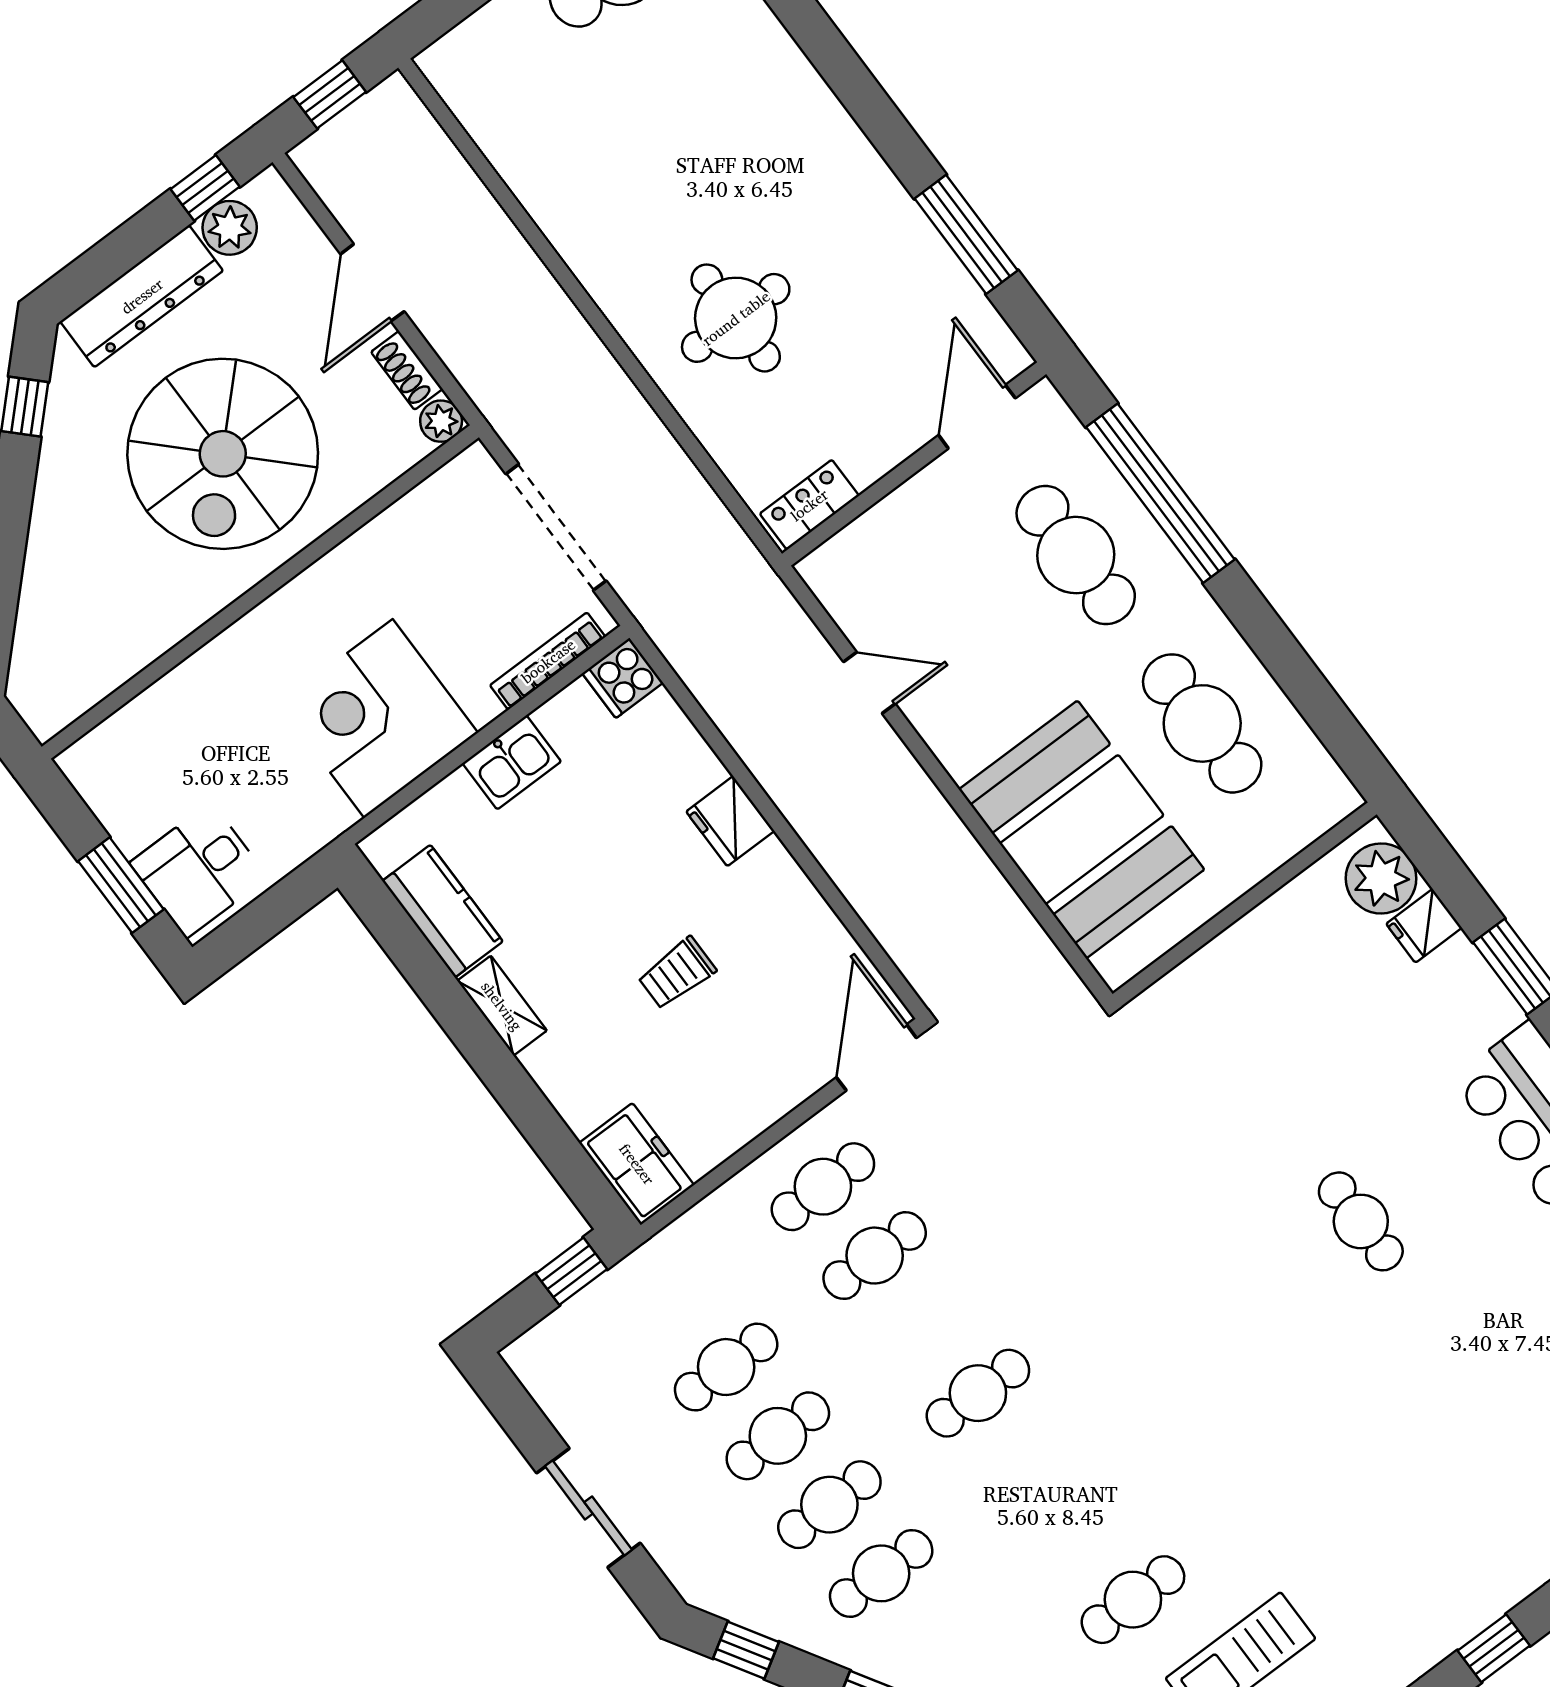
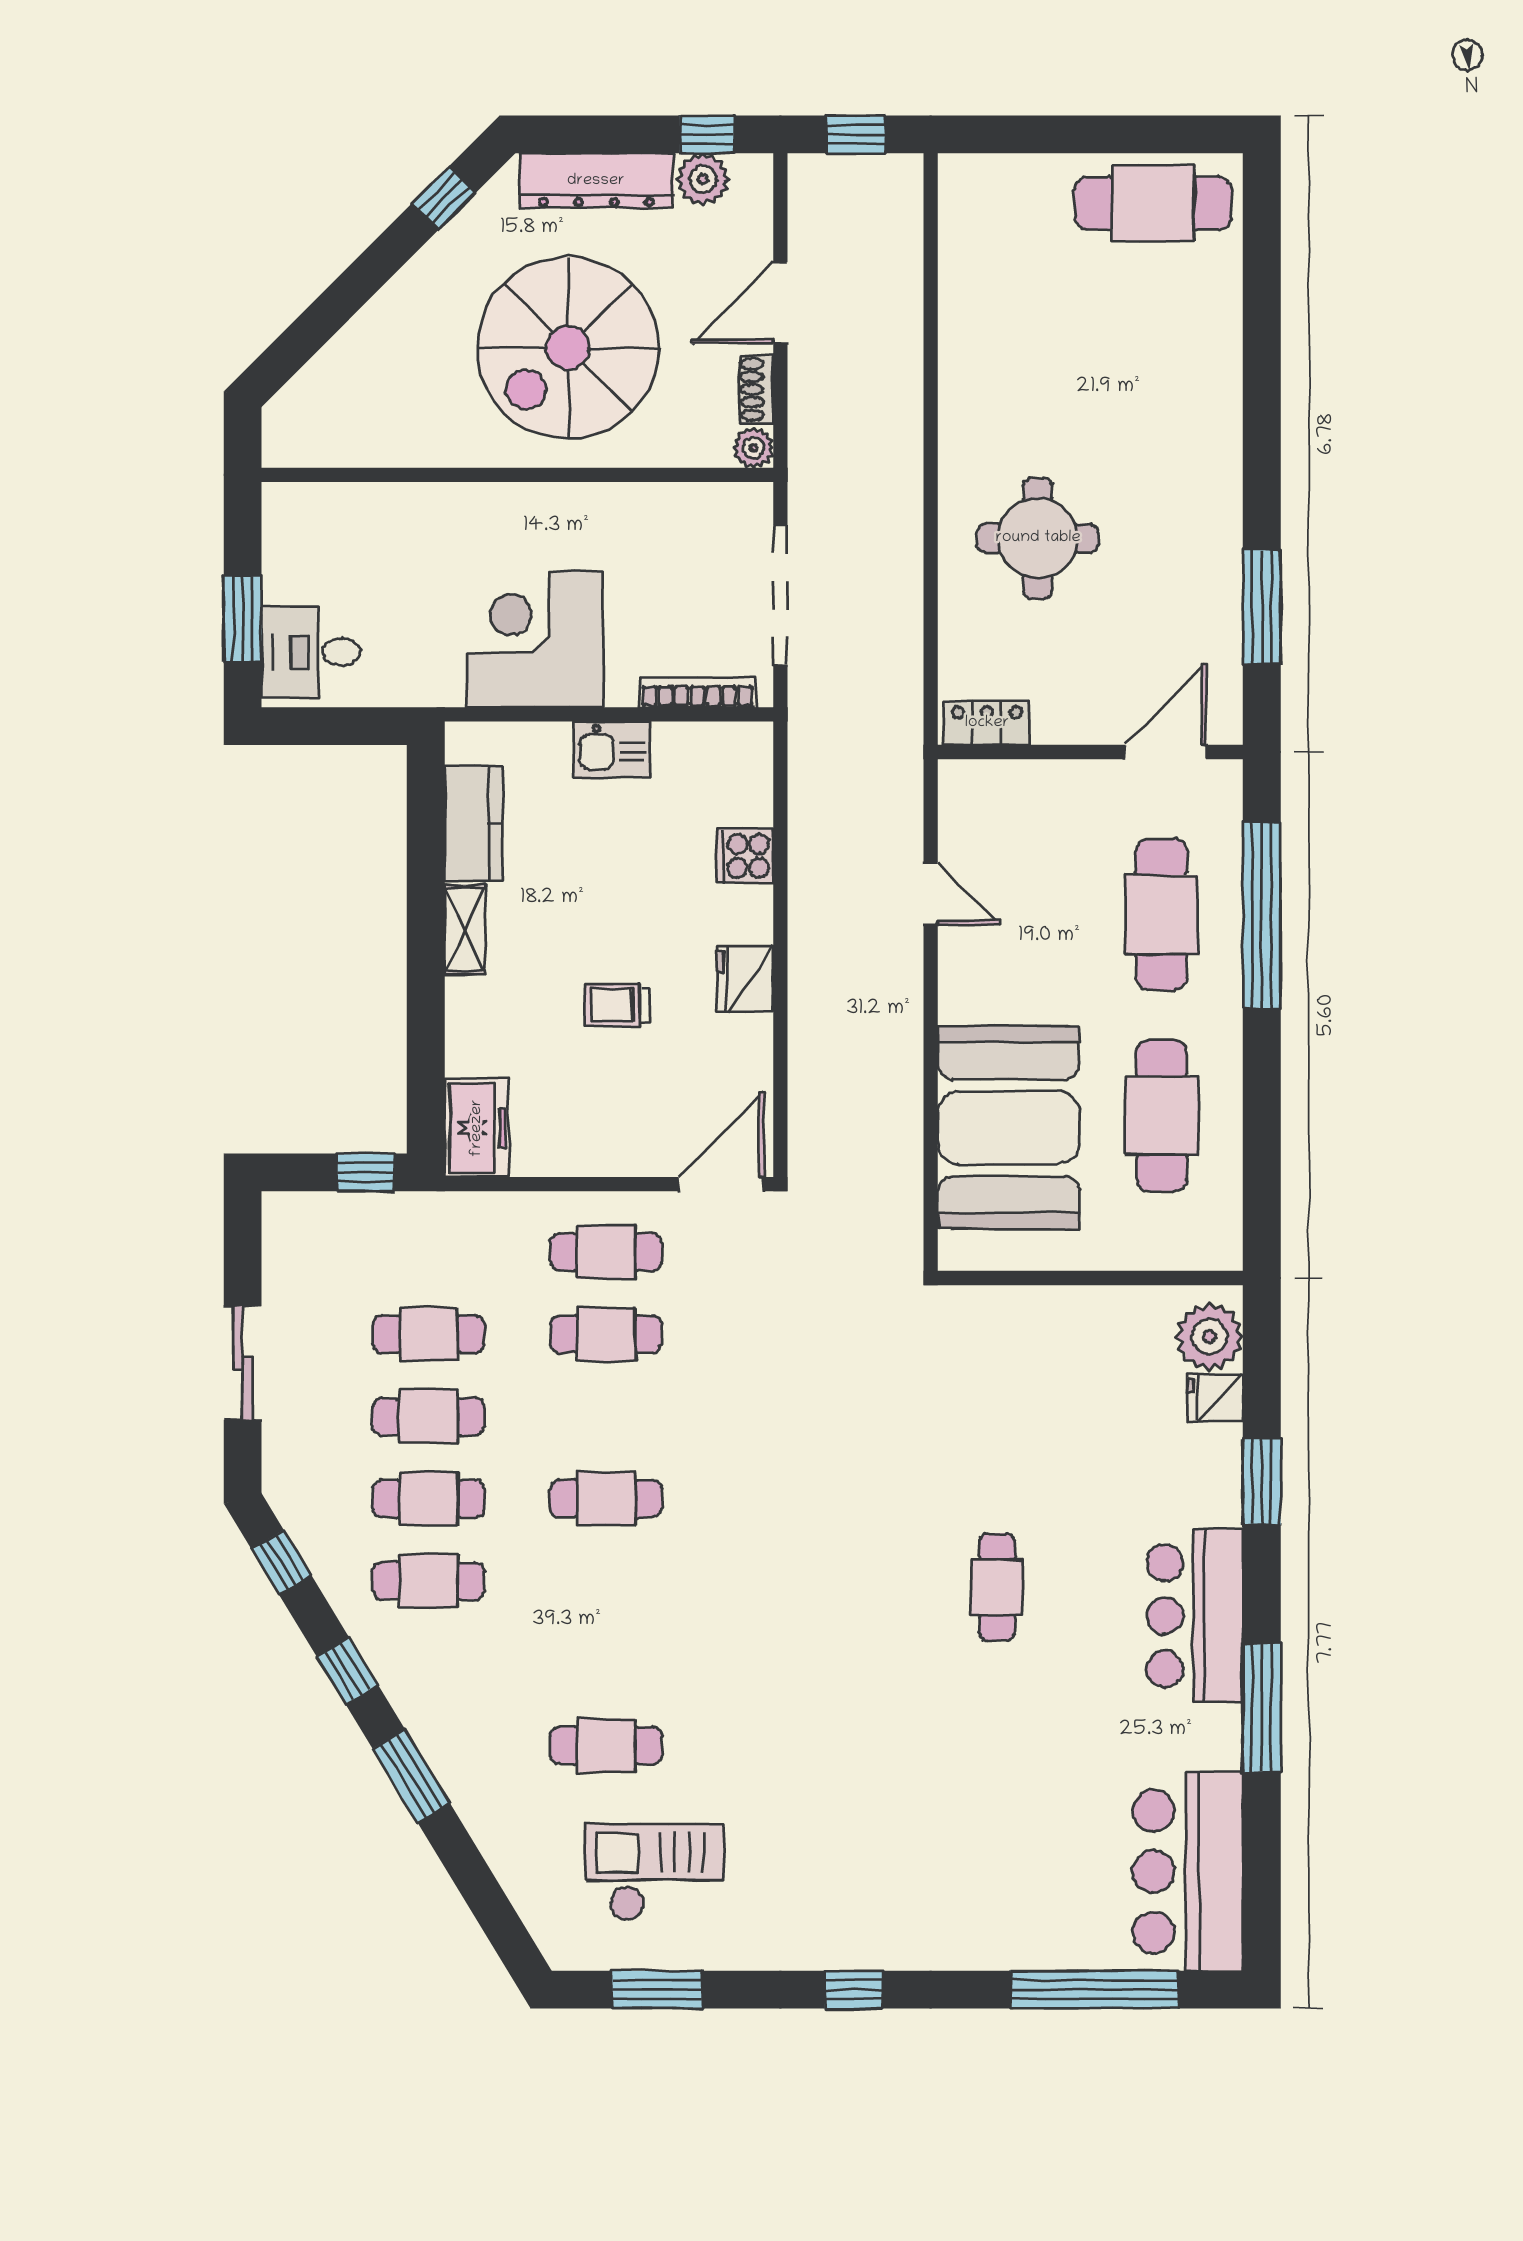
cooker: (623, 678) -> (745, 856), moved
fridge: (730, 821) -> (745, 979), moved

